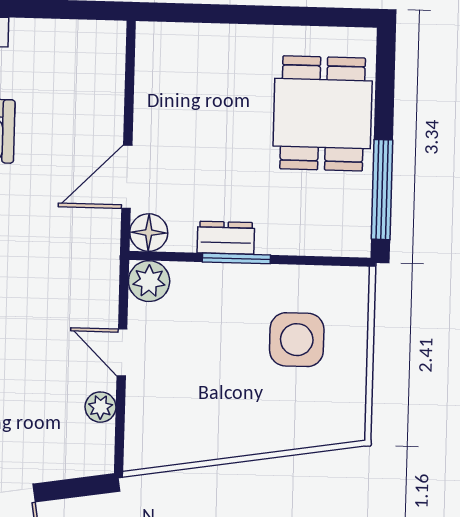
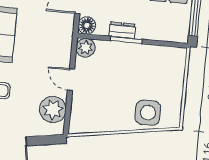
side table: (297, 340) -> (148, 113), moved
plant: (101, 407) -> (53, 109), width x1.87, depth x1.87

